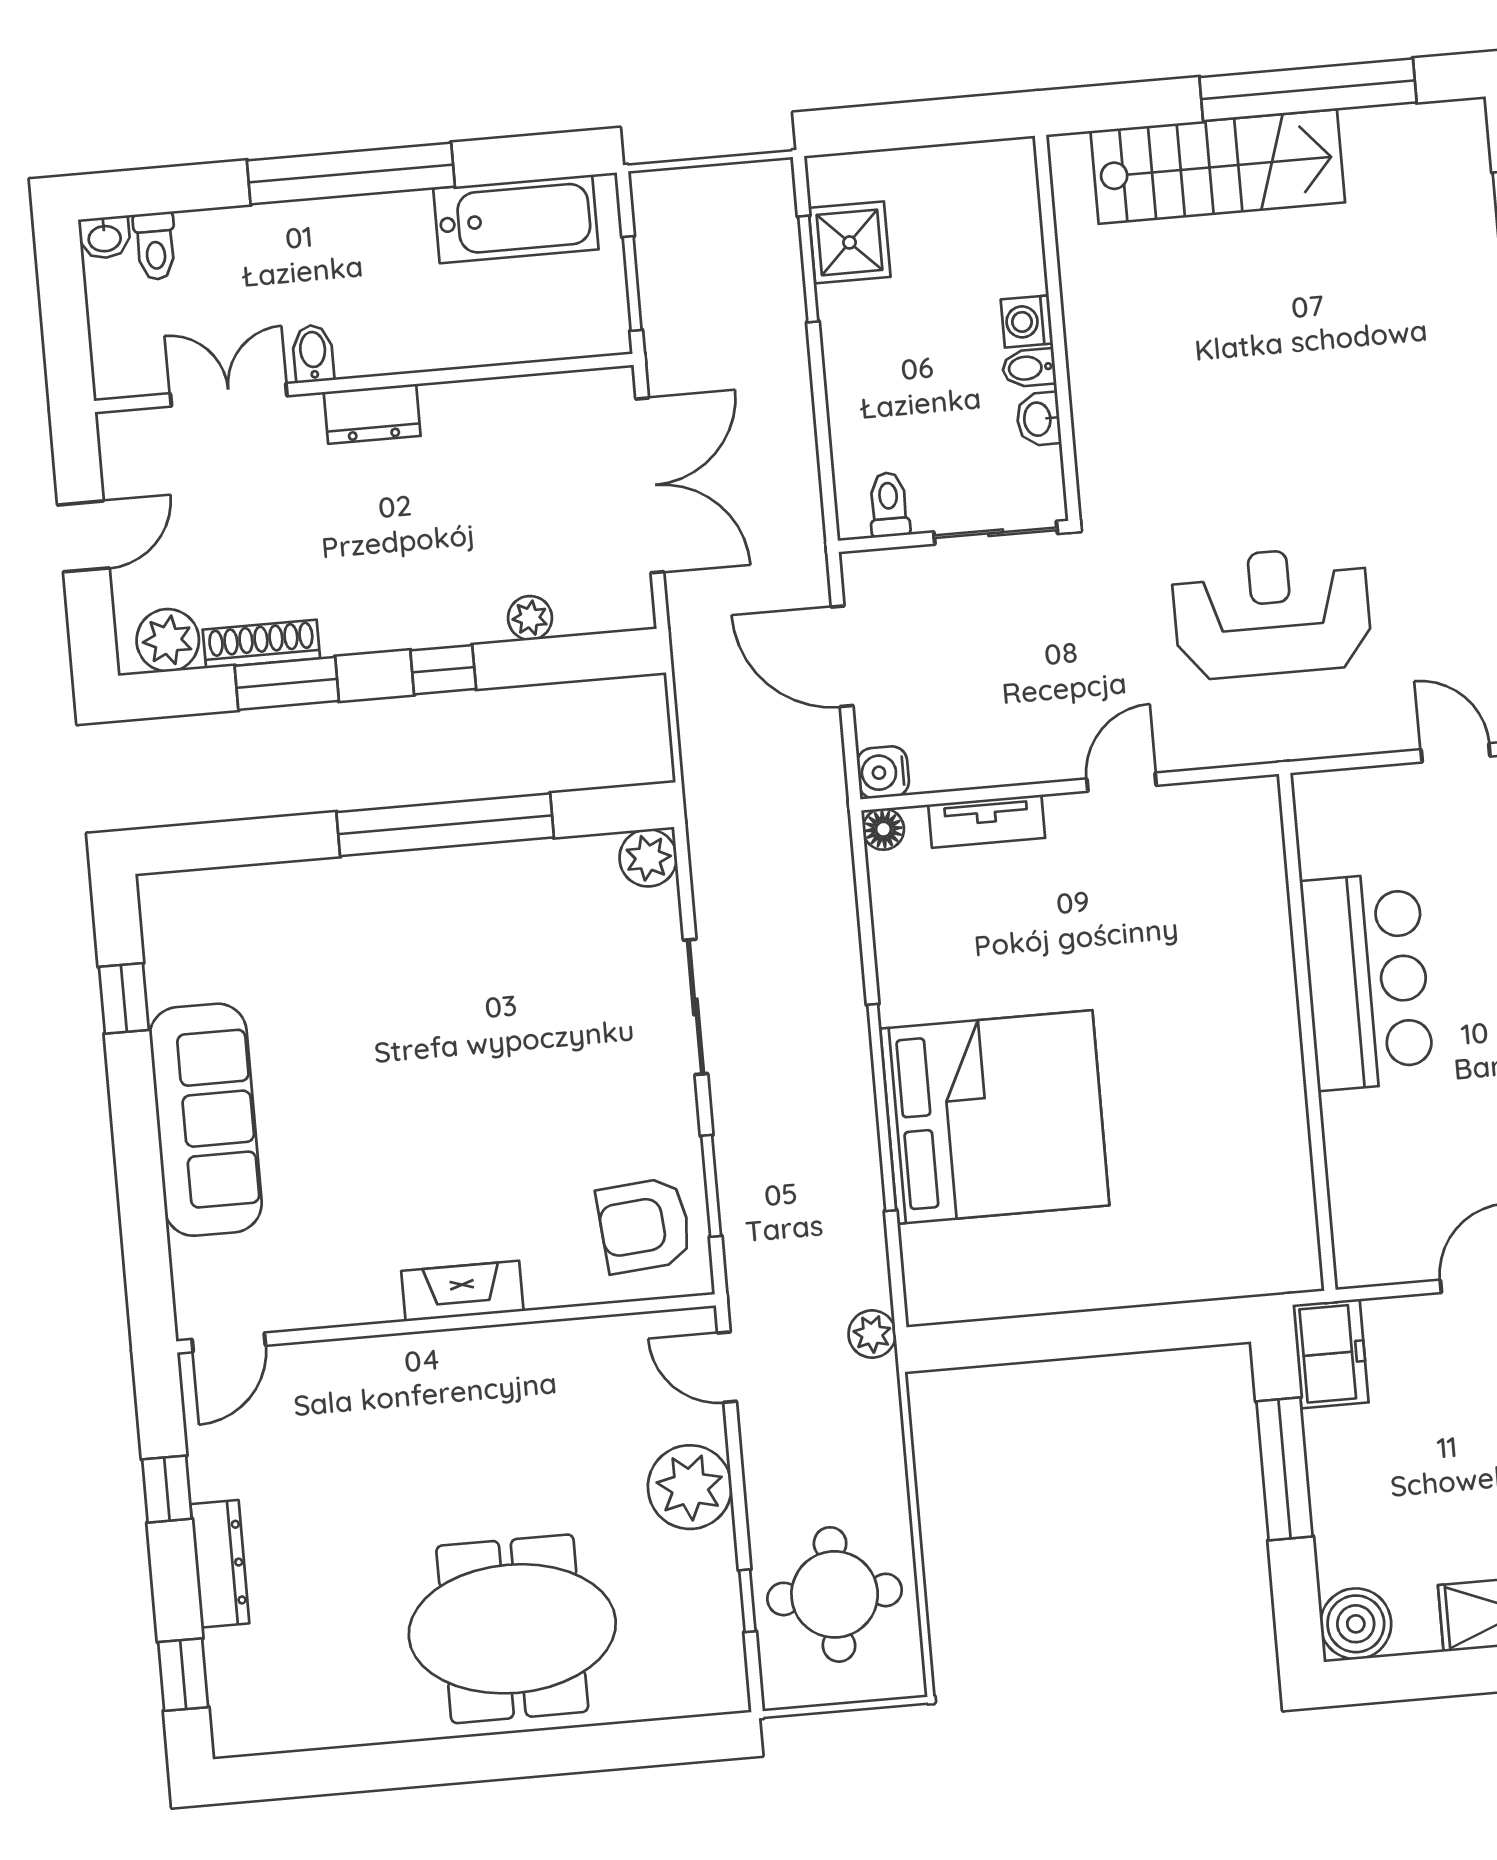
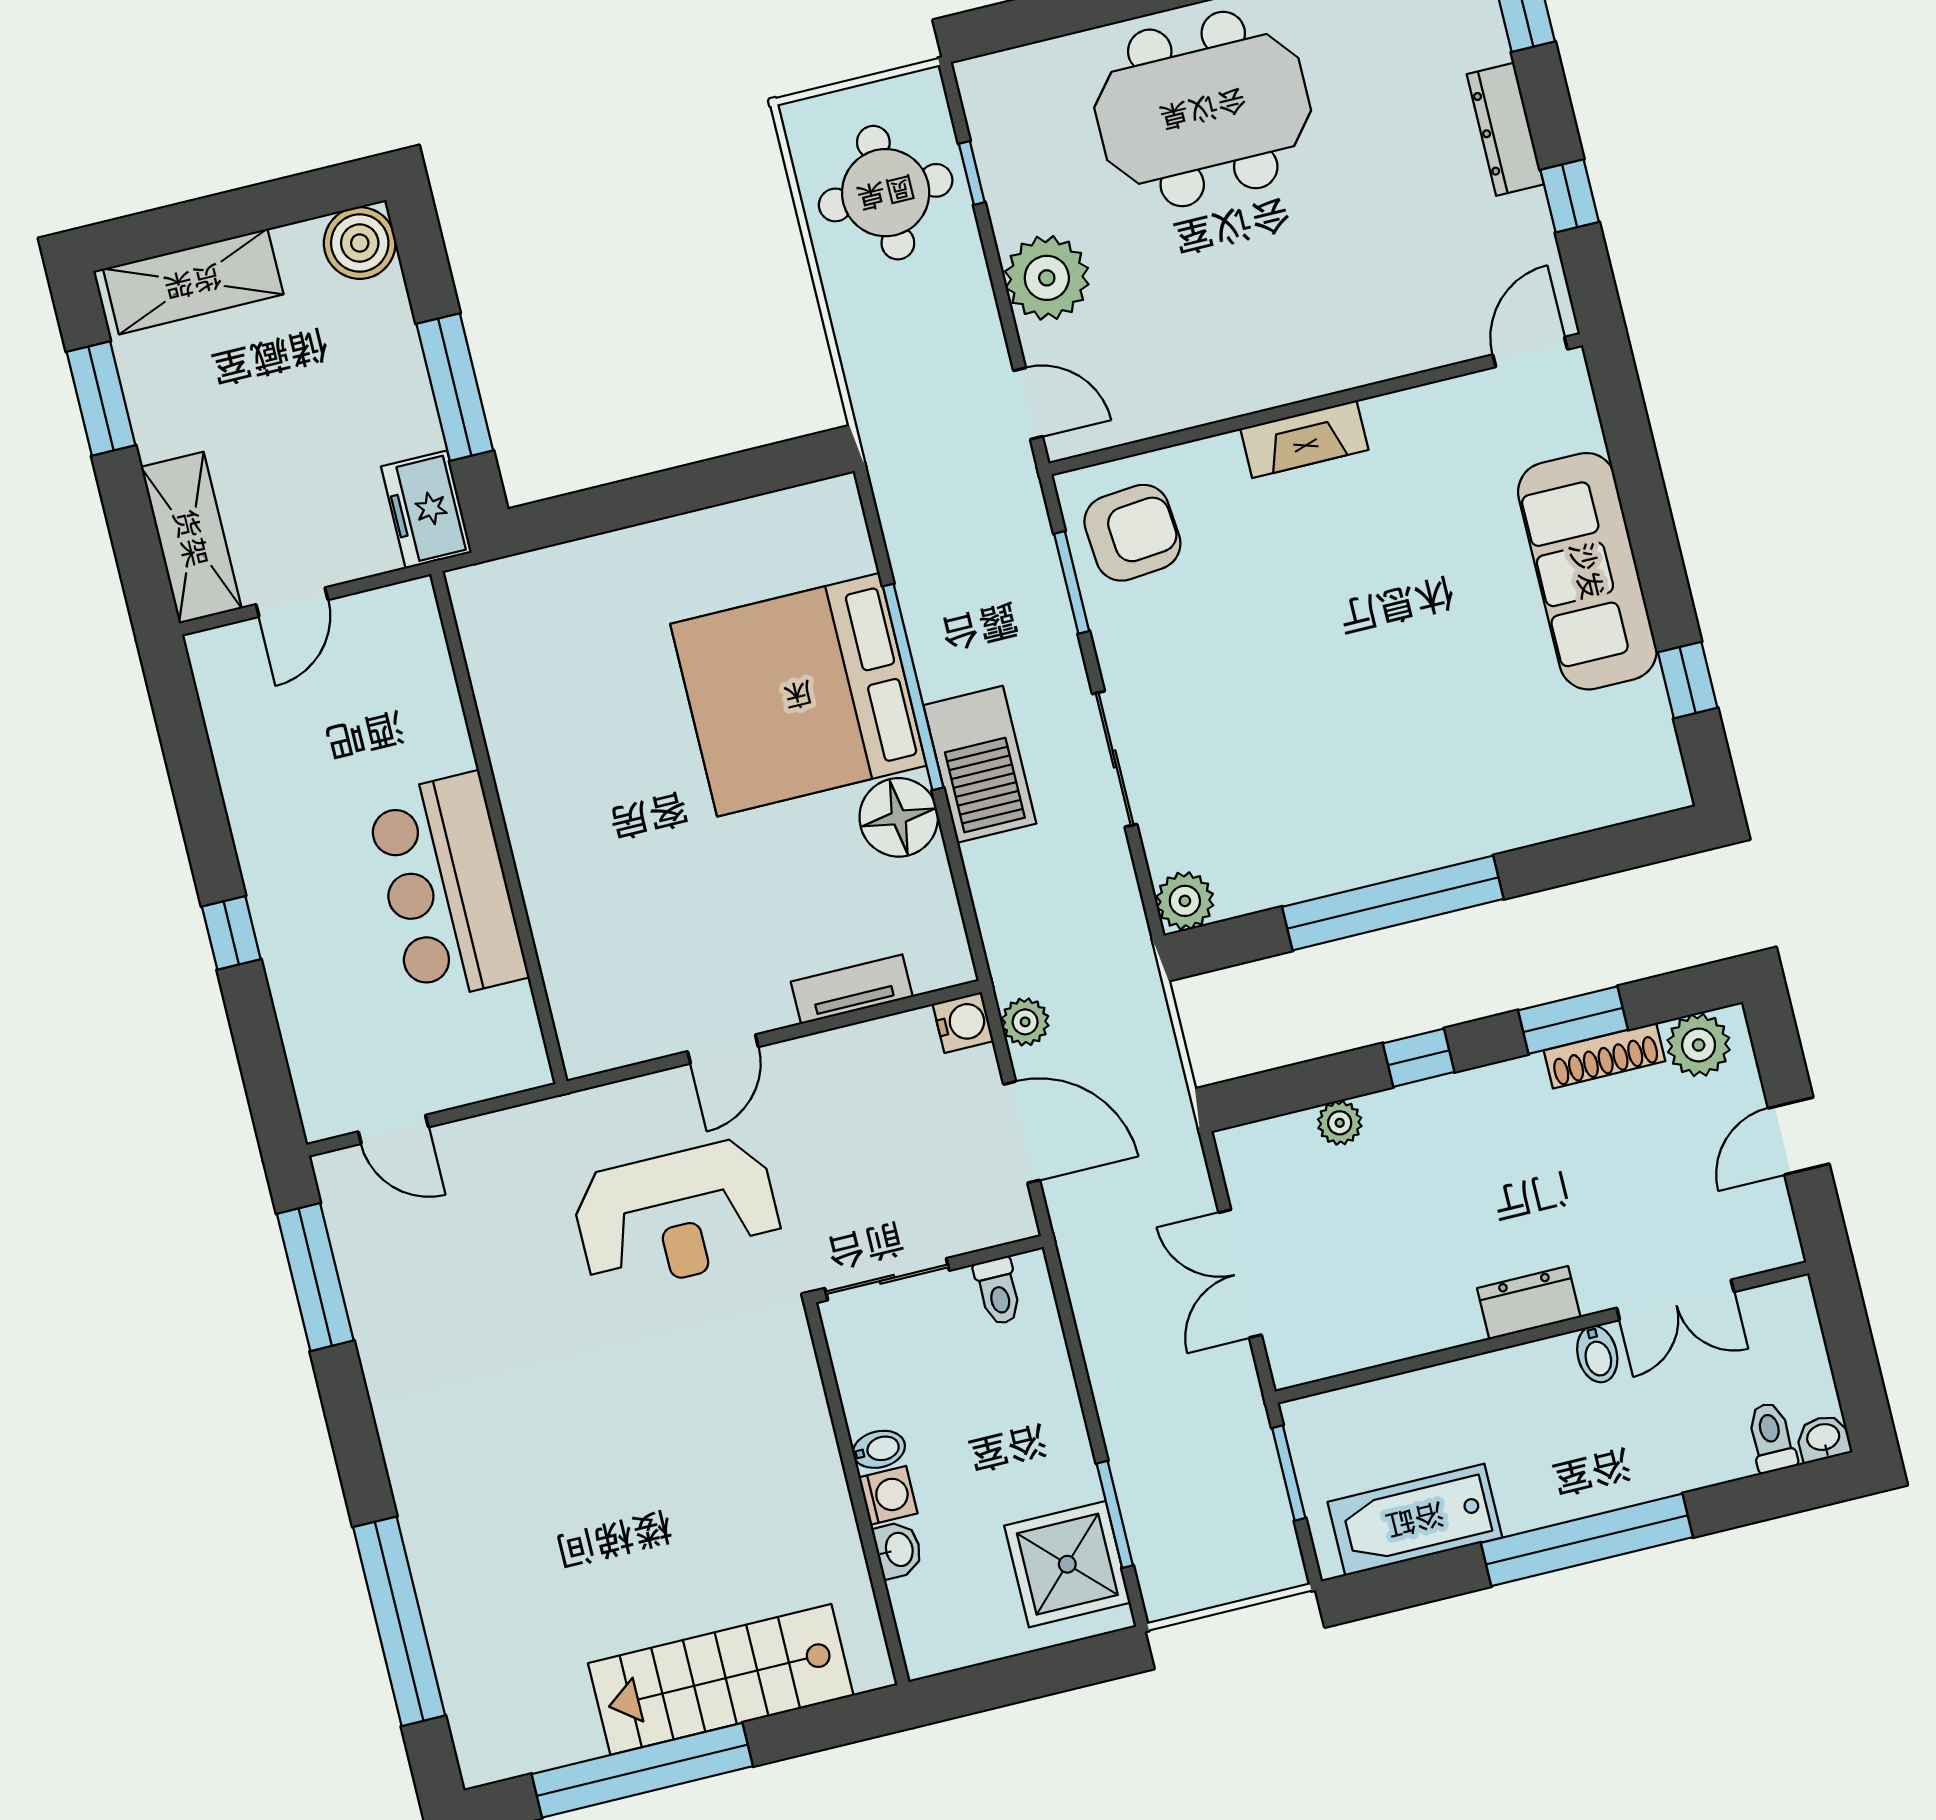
shower: (849, 242) -> (1067, 1564), width x1.36, depth x1.36
washbasin: (1039, 419) -> (898, 1550), moved
double door: (650, 485) -> (1240, 1274), width x0.73
reception desk: (1272, 613) -> (677, 1216), moved
floor lamp: (883, 829) -> (899, 817), moved, width x1.89, depth x1.89
barbecue: (828, 1022) -> (980, 764), added
plant: (872, 1334) -> (1025, 1022), moved

